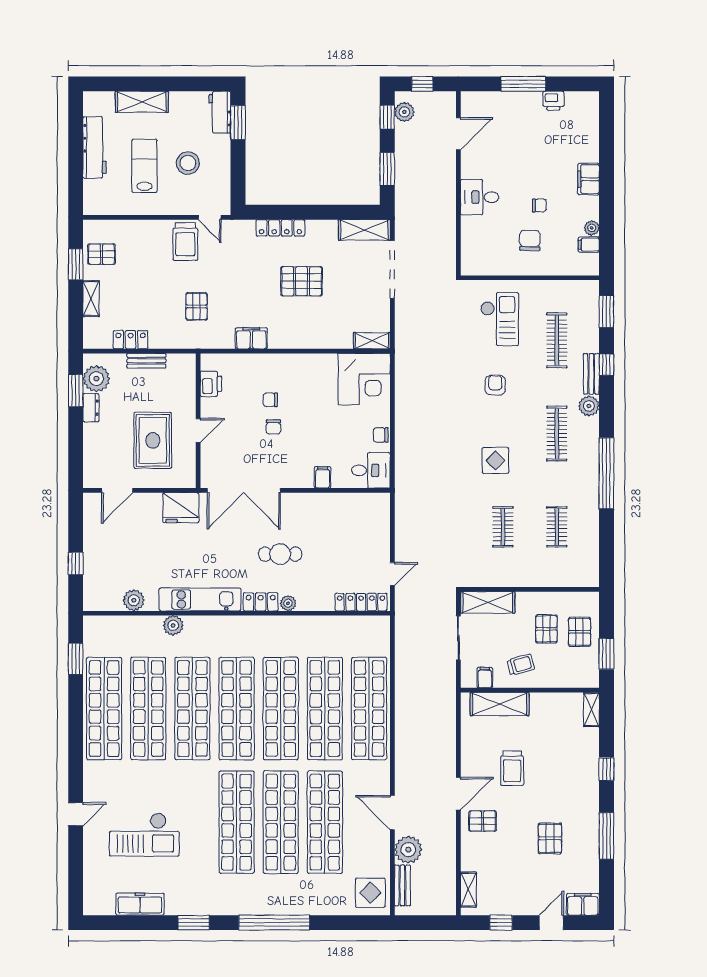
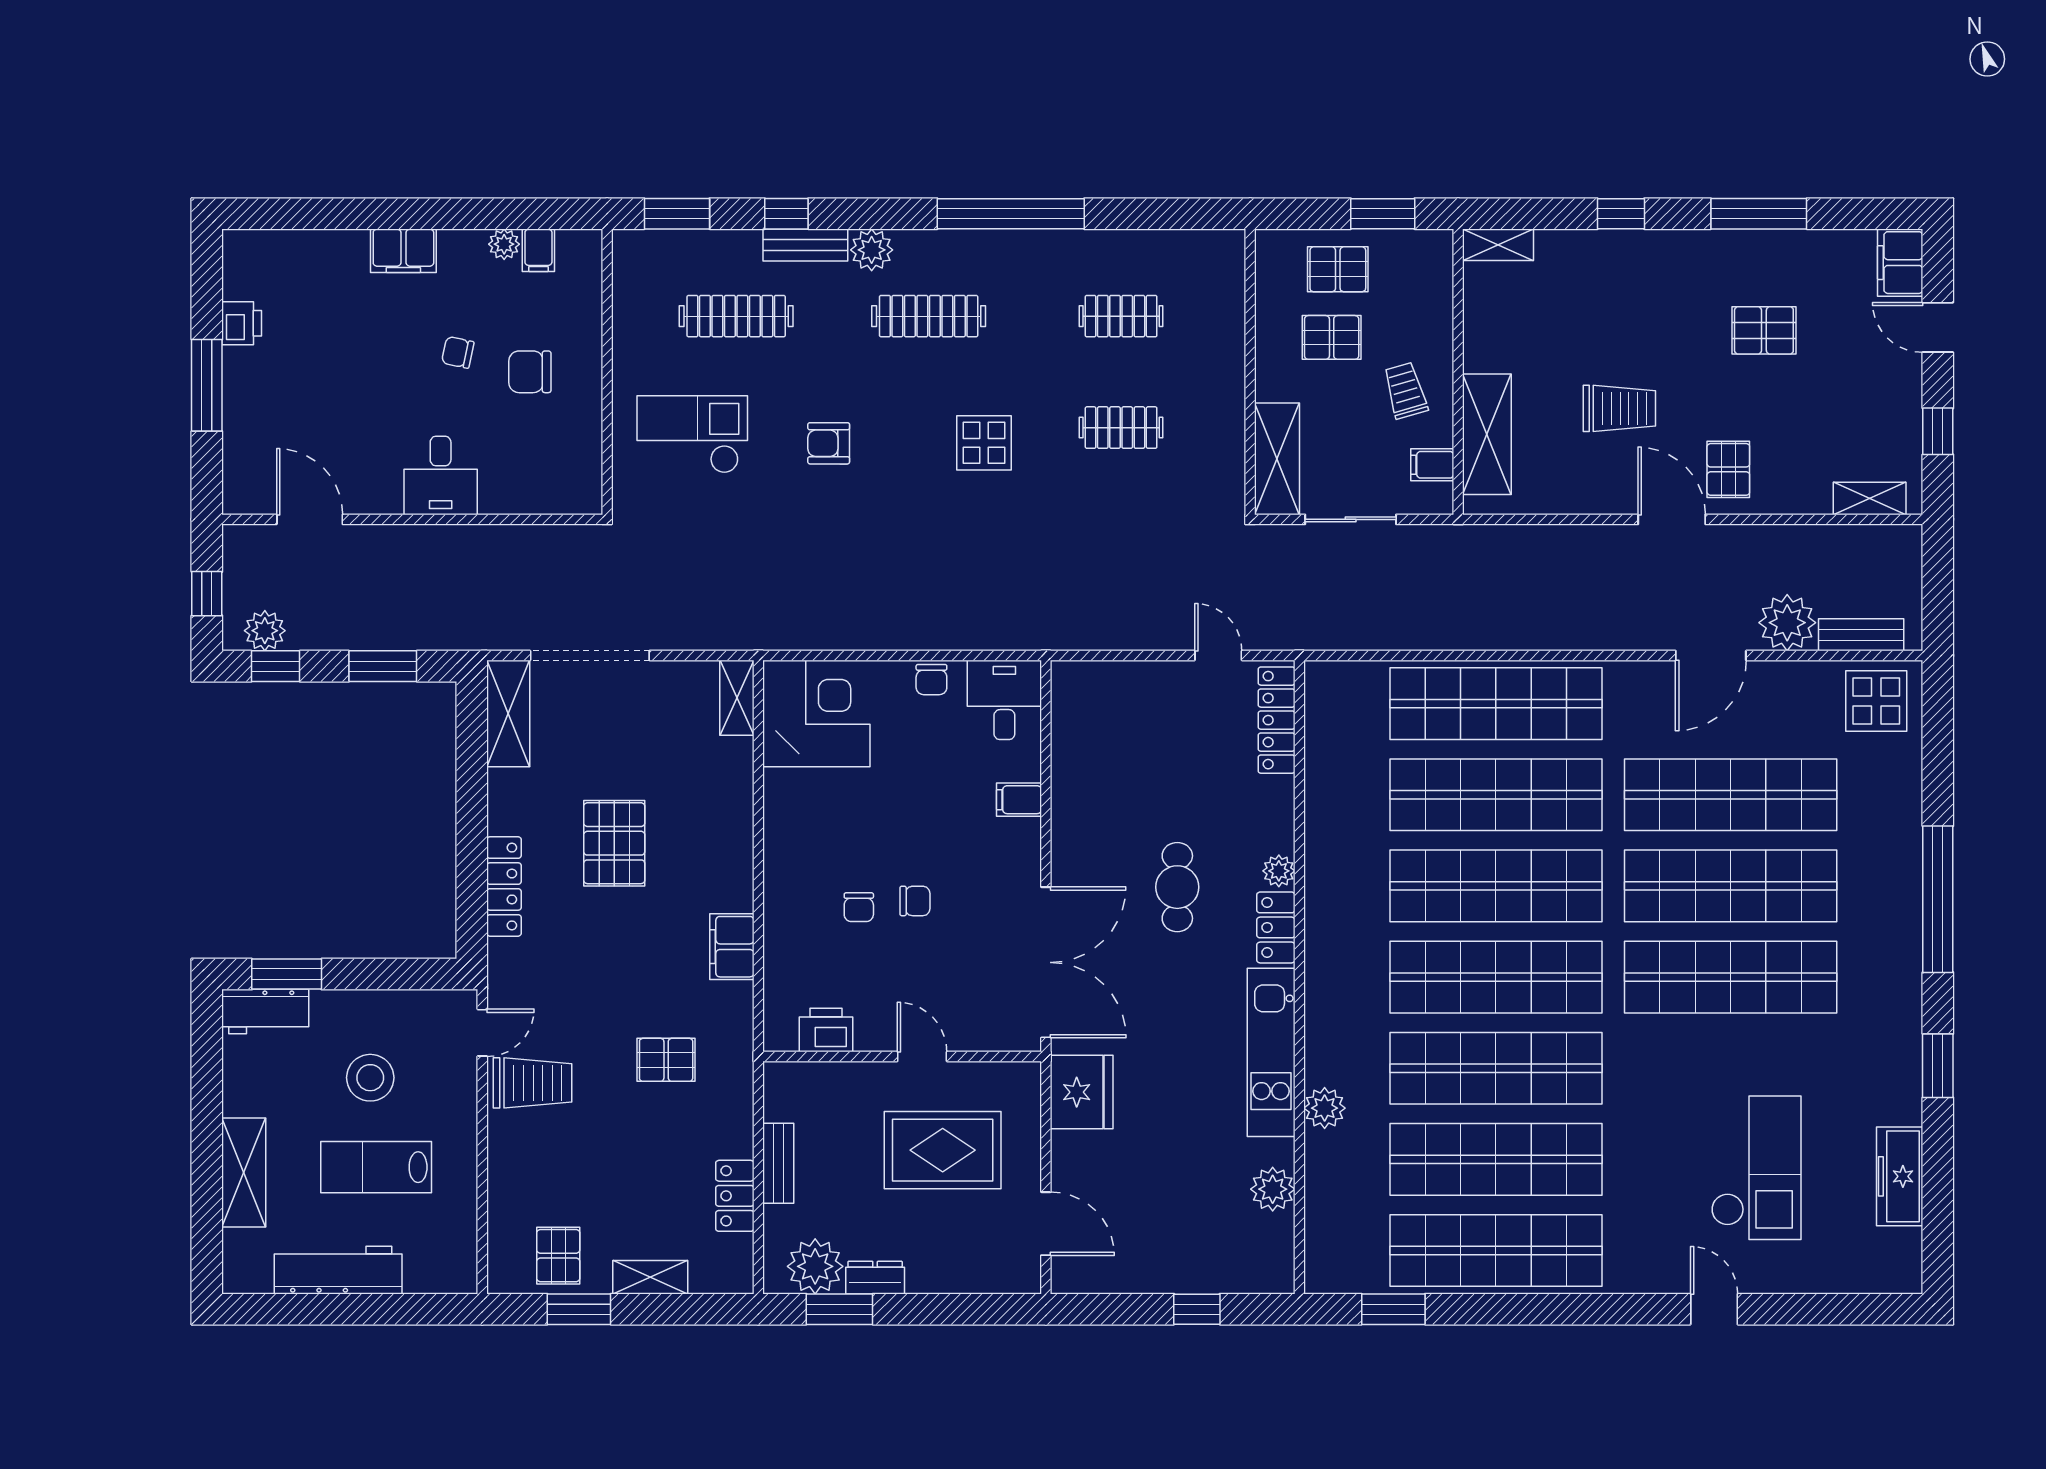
chair: (539, 205) -> (458, 352), turned -78

